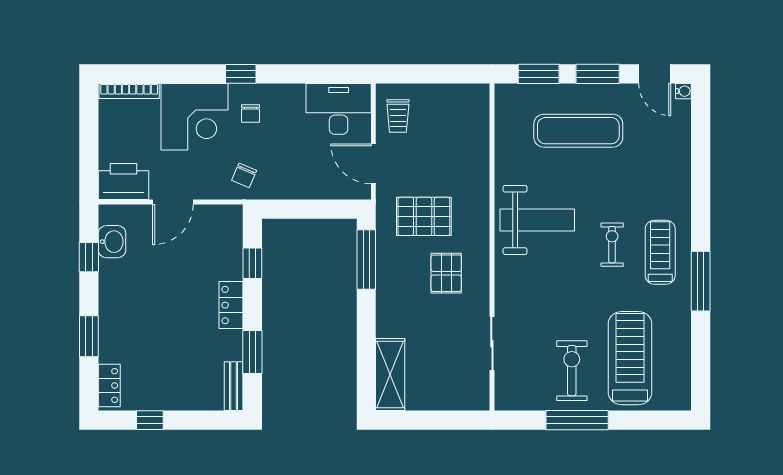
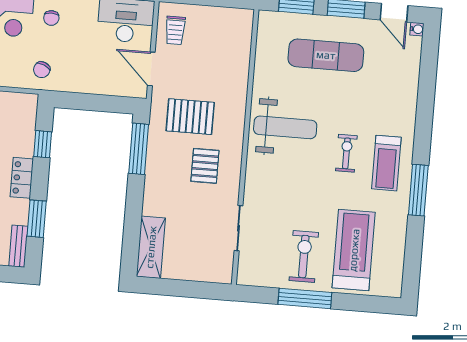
treadmill: (660, 252) -> (386, 163), turned 180

